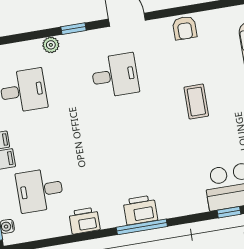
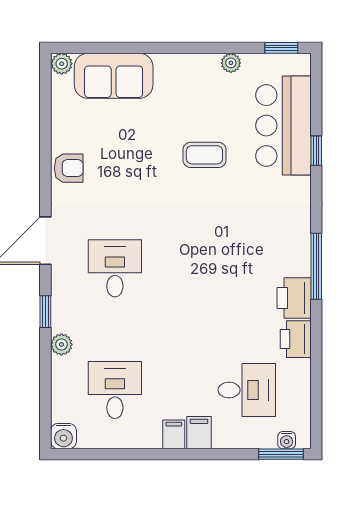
coffee table: (196, 102) -> (204, 155), moved
desk: (40, 190) -> (247, 390), turned -90
printer: (140, 210) -> (294, 298), moved

